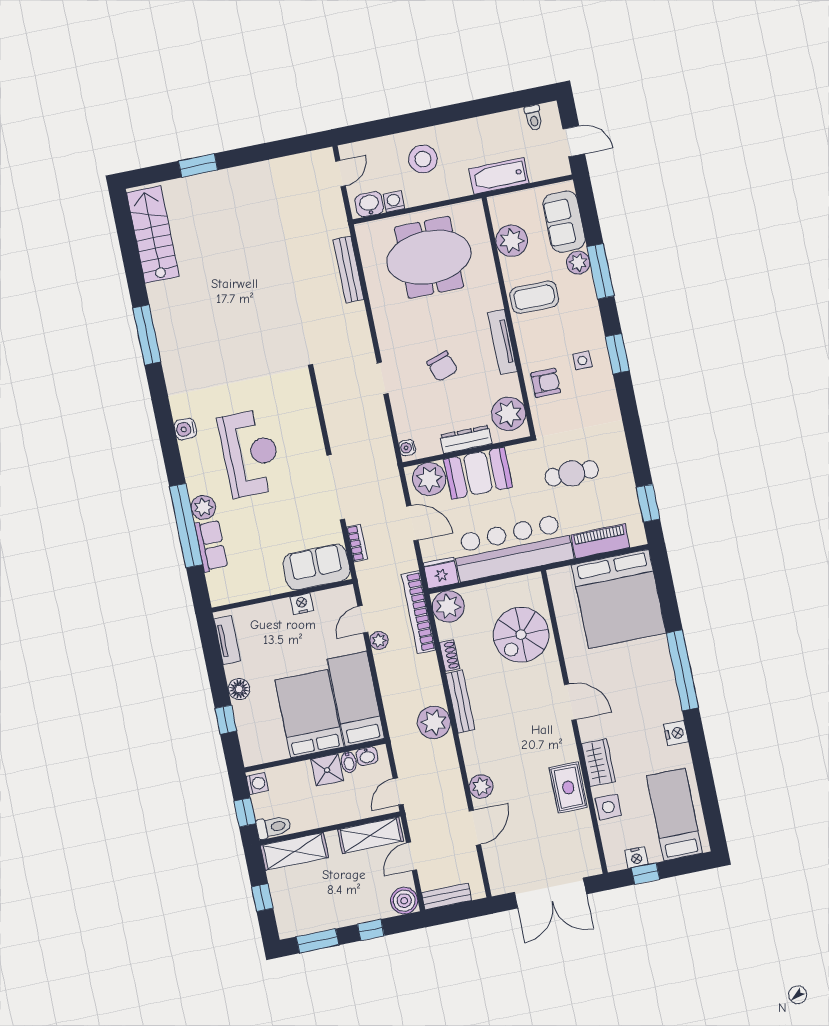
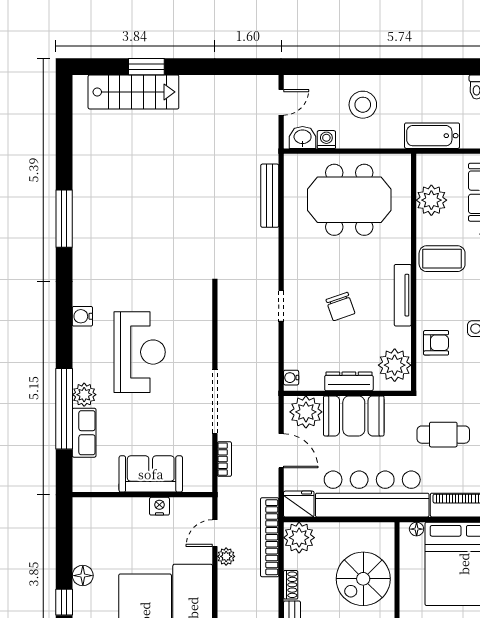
stairs: (153, 235) -> (133, 92), moved, turned 90
sofa: (316, 567) -> (151, 474), moved
floor lamp: (564, 574) -> (417, 529), added
tv unit: (227, 640) -> (81, 526), removed

